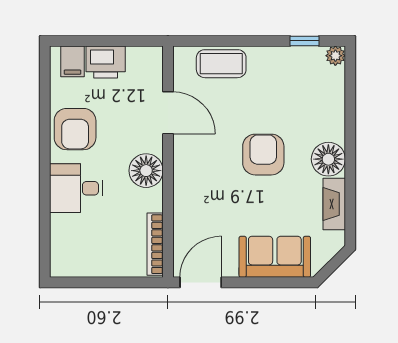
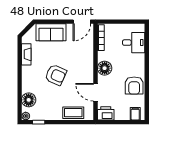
printer: (106, 62) -> (106, 113), moved
armchair: (75, 129) -> (134, 85), turned 180
armchair: (263, 155) -> (56, 75), turned -66
floor lamp: (328, 159) -> (29, 100), moved
desk: (76, 188) -> (134, 43), moved

